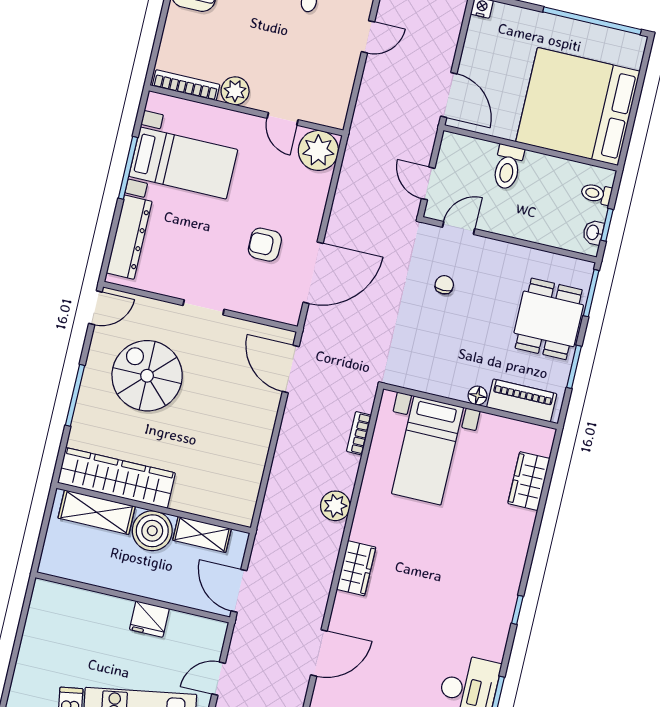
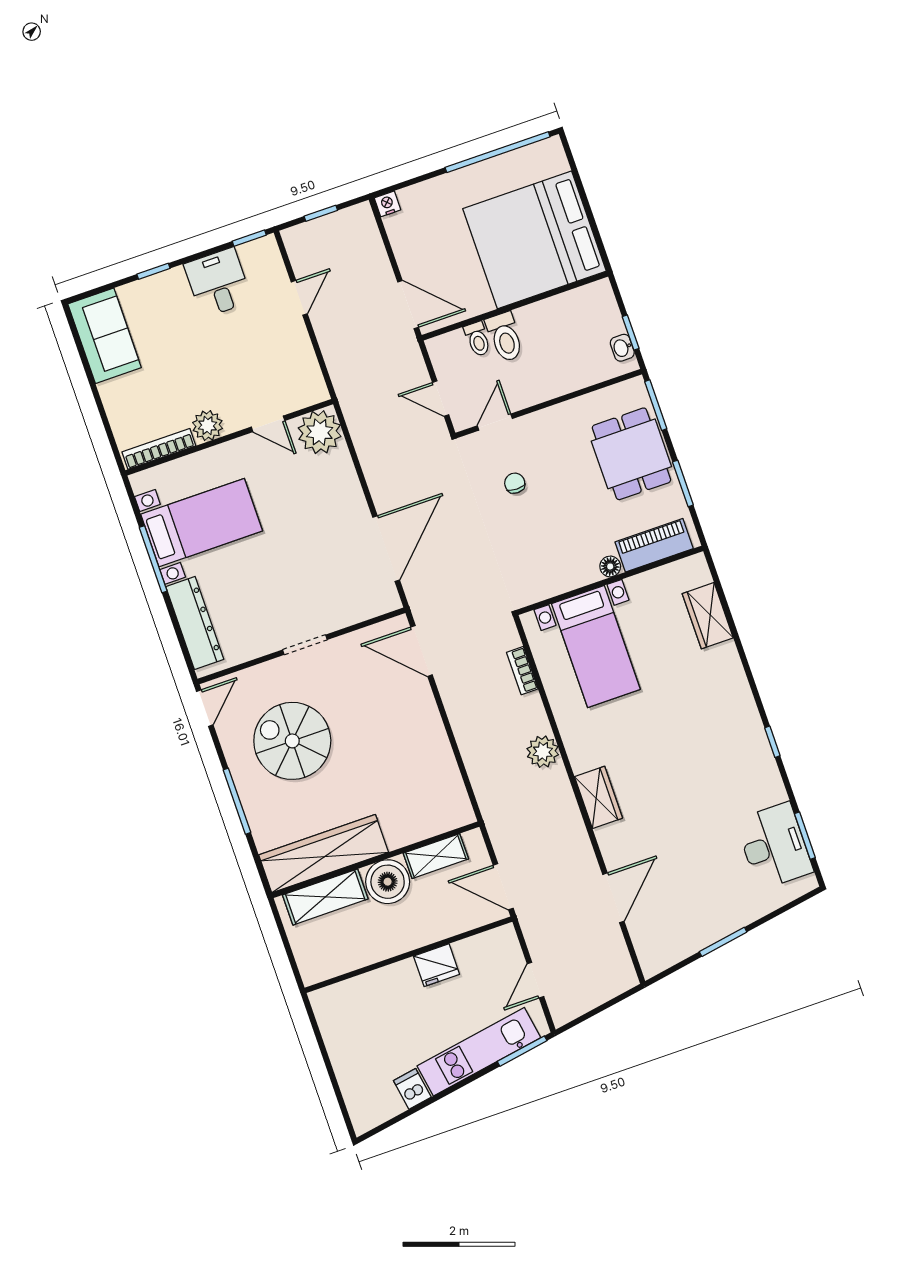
toilet: (596, 194) -> (478, 339), moved, turned -90
armchair: (265, 245) -> (325, 551), removed

